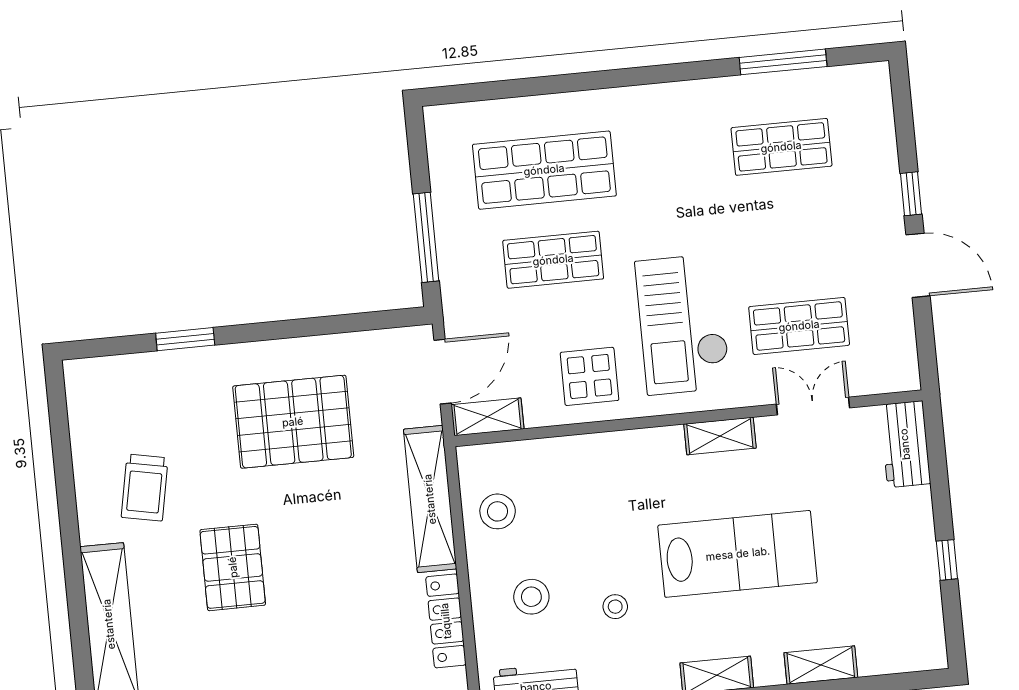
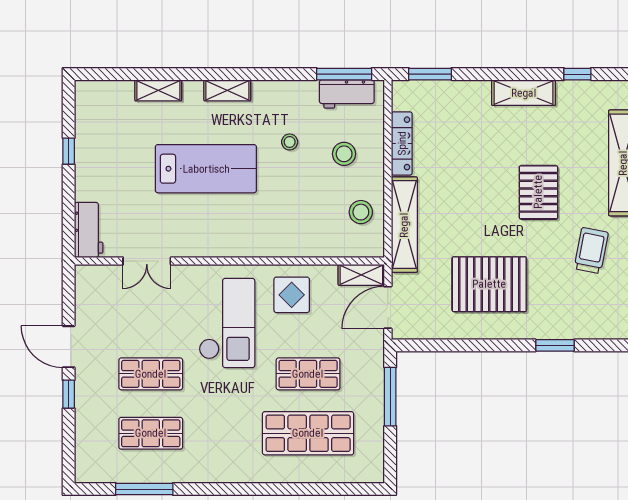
shop shelf: (799, 326) -> (151, 374), moved
shelving: (720, 436) -> (210, 247), removed
lab bench: (738, 554) -> (206, 169), turned 180

